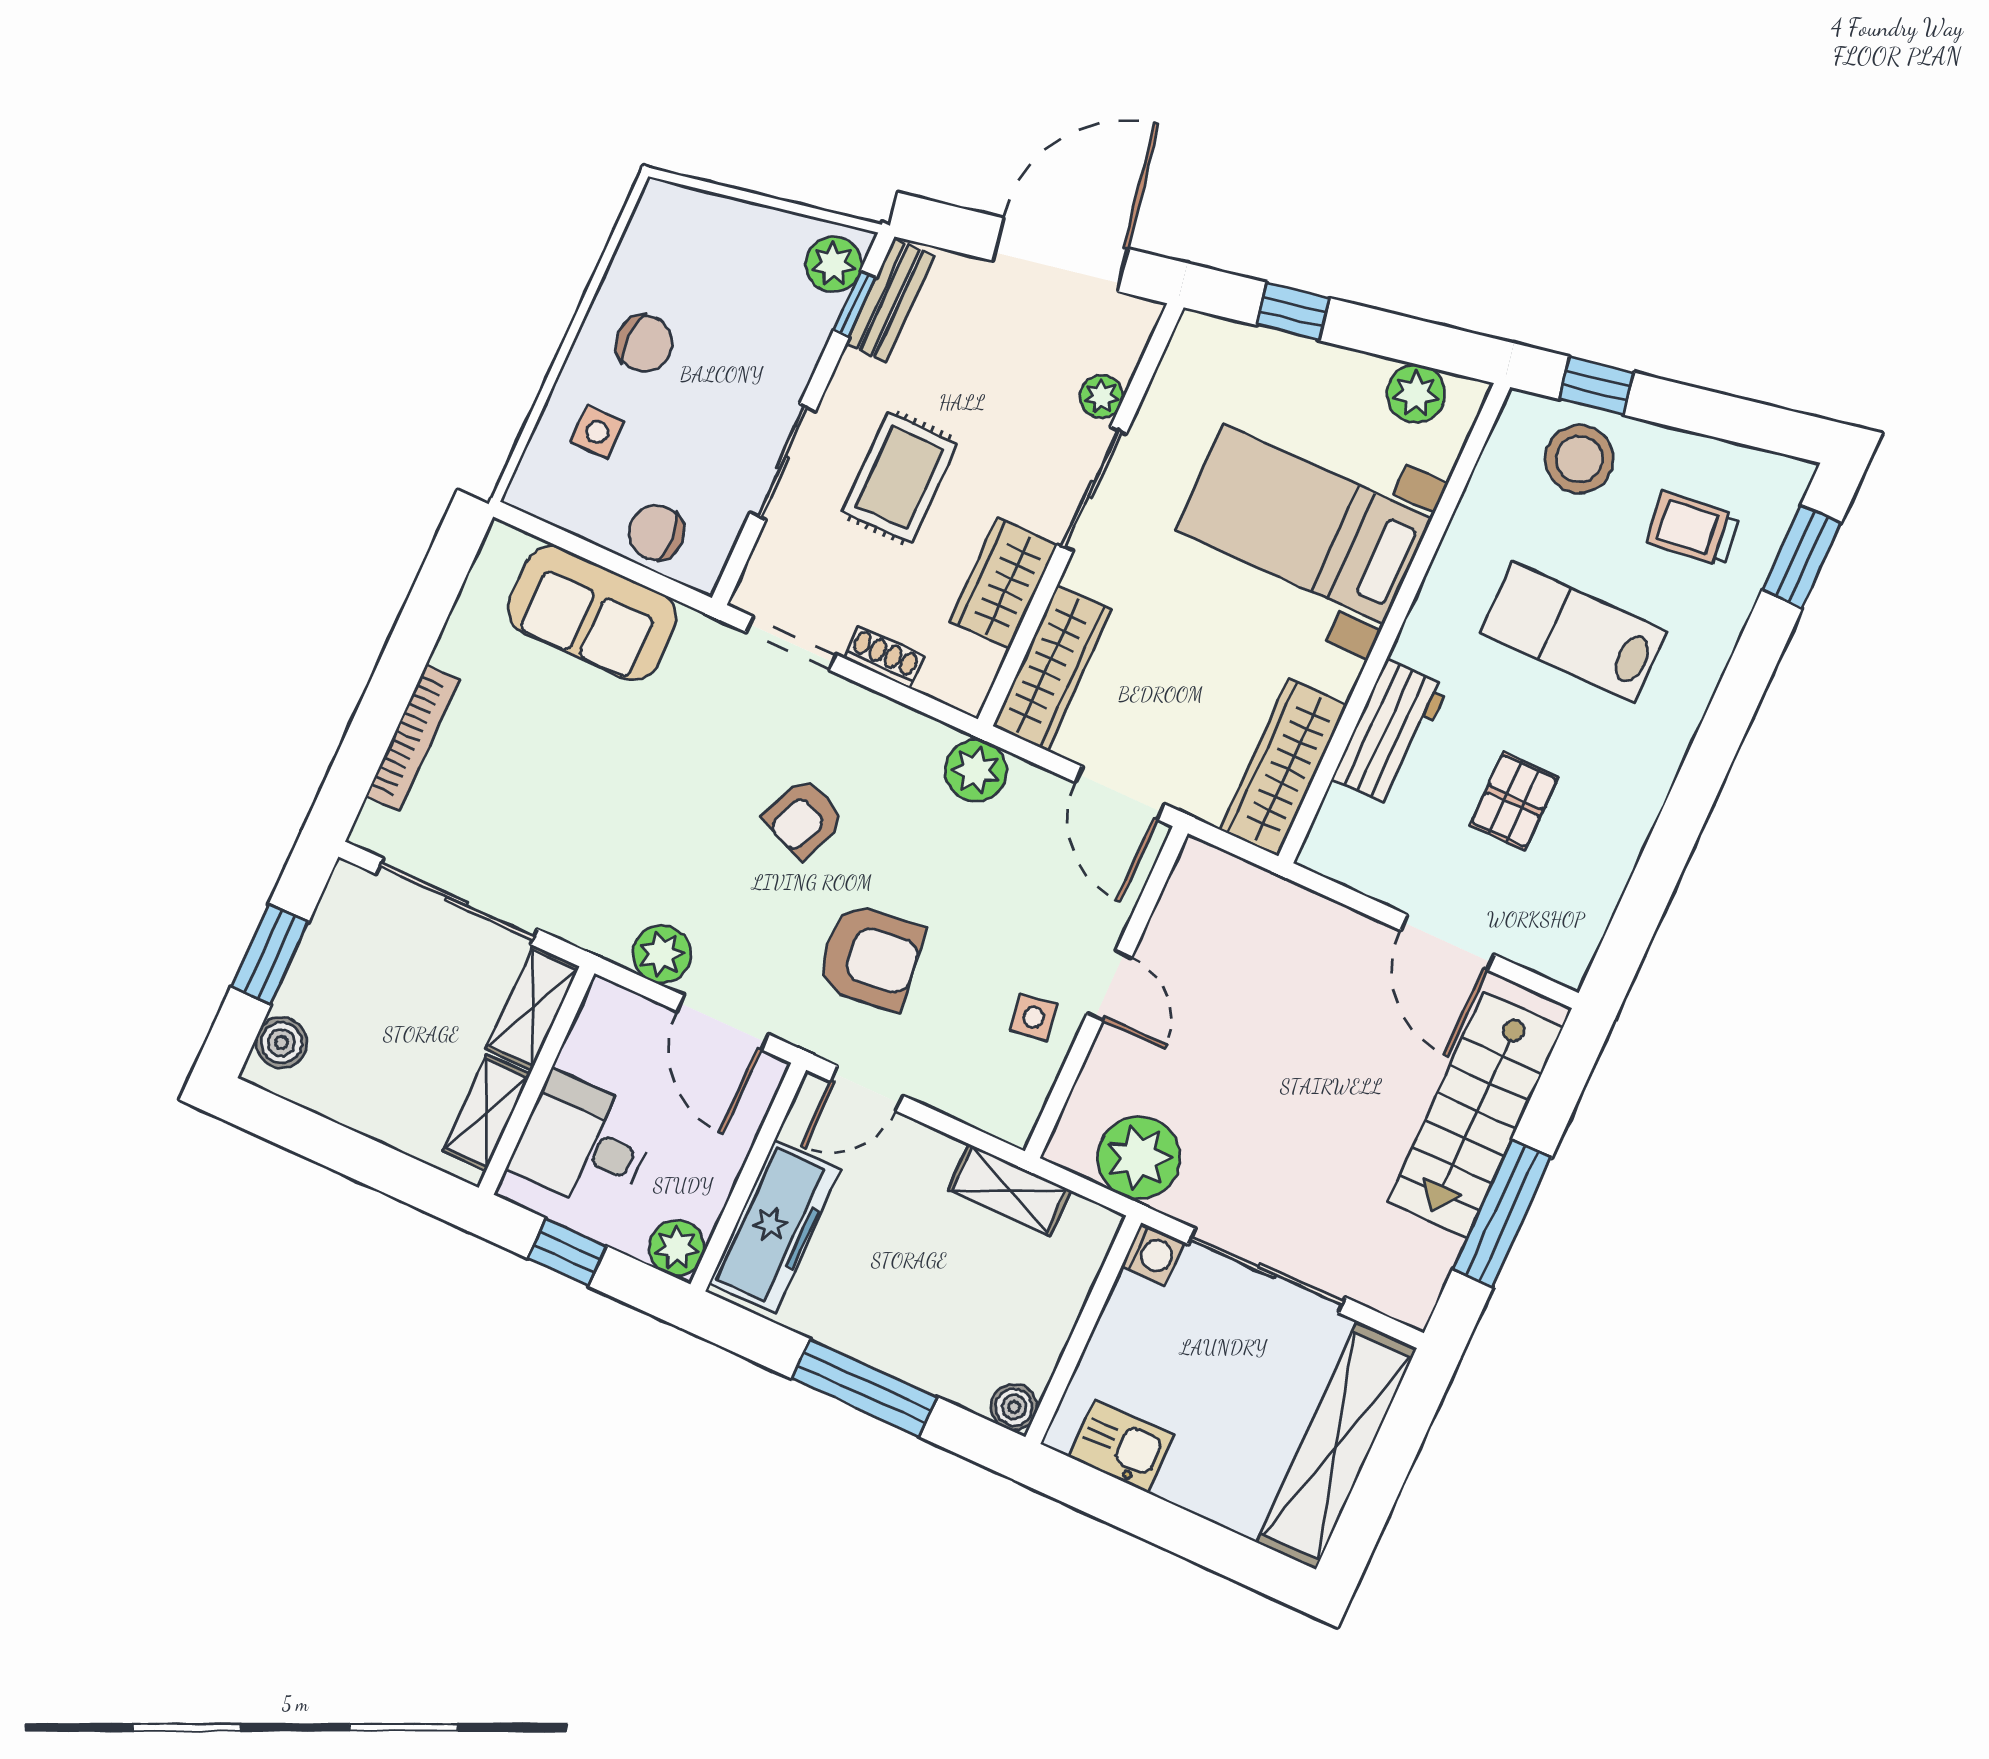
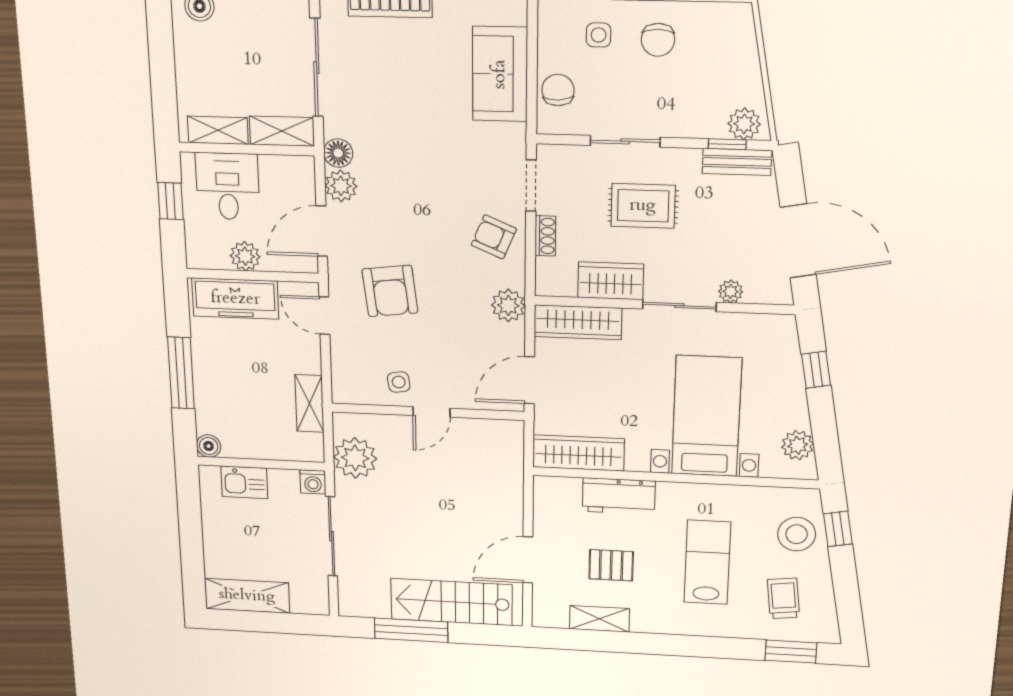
armchair: (804, 818) -> (494, 237), moved
shelving: (1609, 866) -> (599, 619), added
floor lamp: (607, 933) -> (338, 153), added
plant: (677, 1248) -> (245, 256), moved
kitchen sink: (1121, 1446) -> (244, 482), moved, turned 90
shelving: (1336, 1446) -> (247, 596), width x0.68

